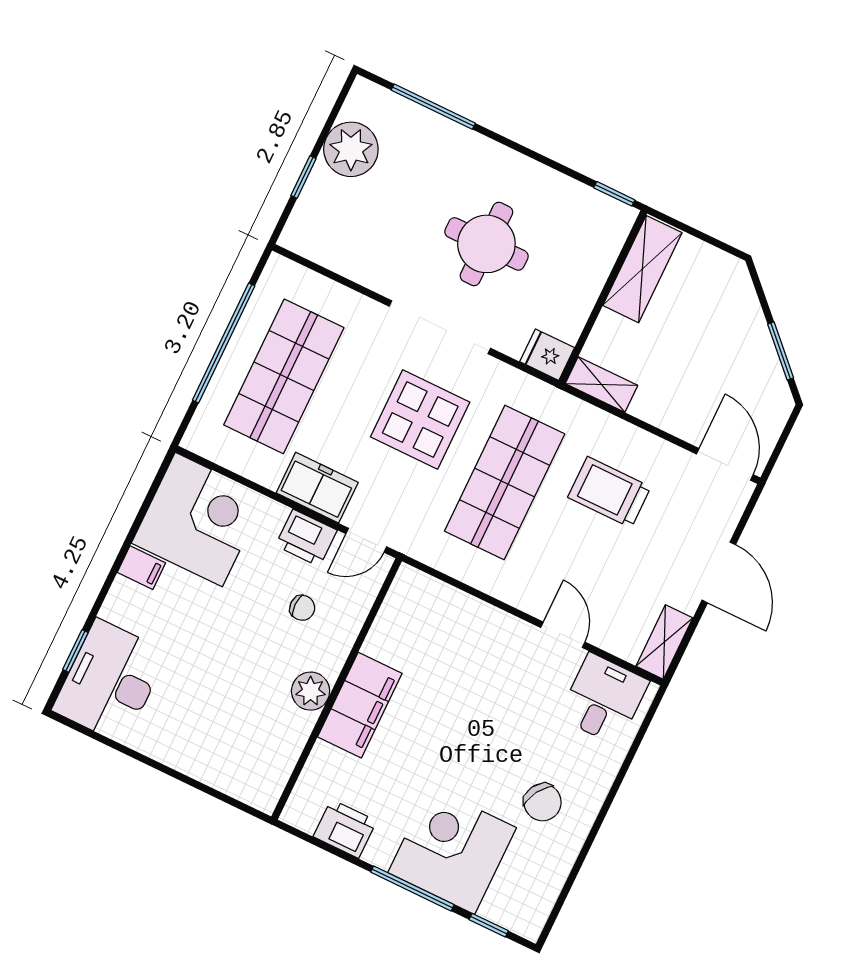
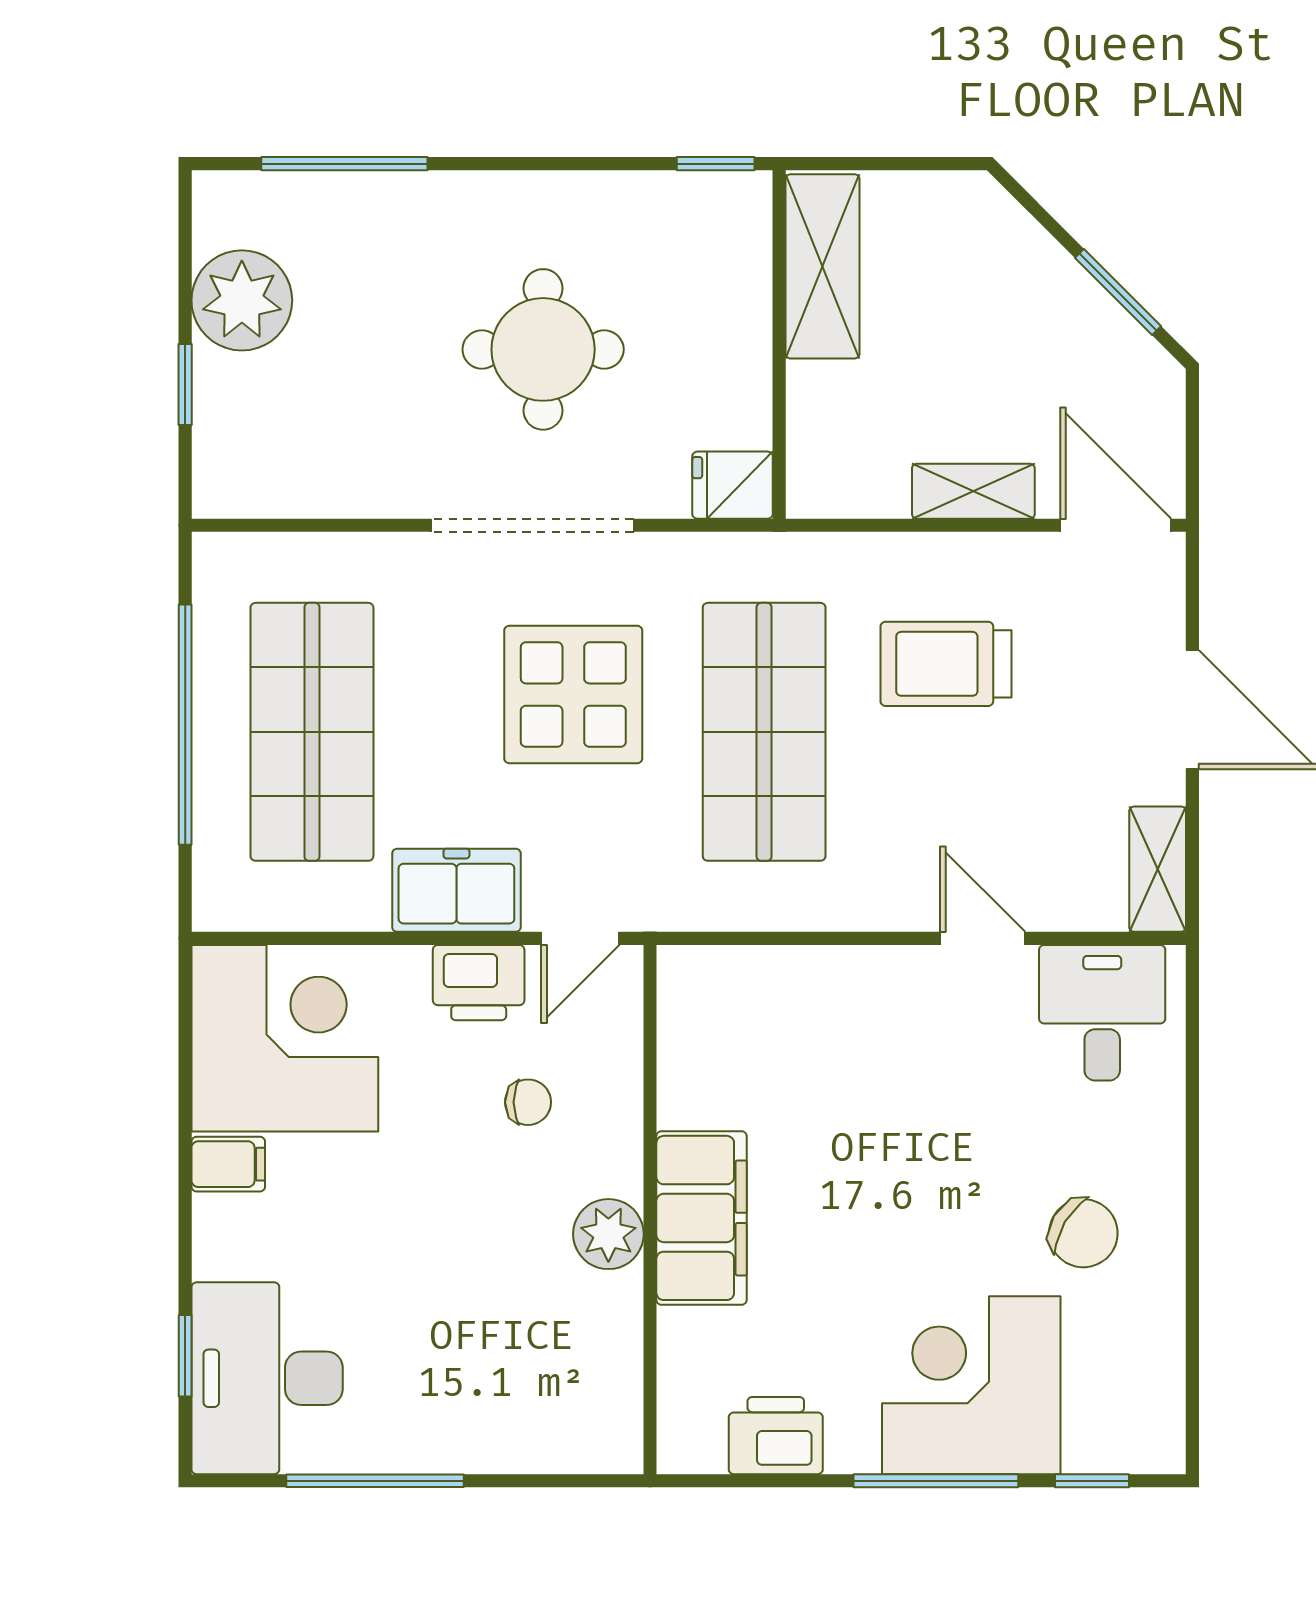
shelving: (601, 385) -> (973, 491), moved
window: (139, 757) -> (375, 1481), added

